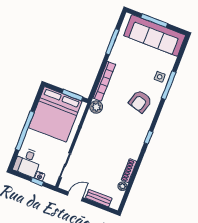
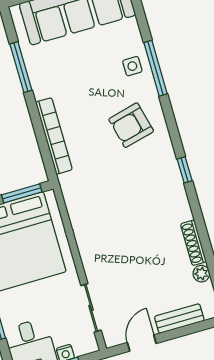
armchair: (140, 101) -> (131, 125), turned 59
plant: (96, 107) -> (71, 184), removed

